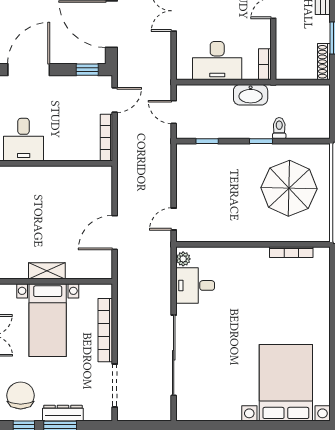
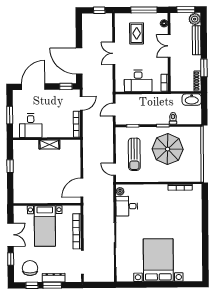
washbasin: (251, 95) -> (192, 100), moved
door: (174, 112) -> (114, 110), hinge flipped
parasol: (289, 188) -> (168, 149), moved
sun lounger: (209, 192) -> (134, 154), added
door: (174, 219) -> (115, 169), hinge flipped
door: (115, 233) -> (82, 188), moved
shelving: (47, 271) -> (49, 144), moved
bed with nightstands: (286, 383) -> (158, 260), moved

